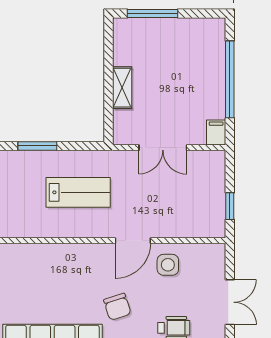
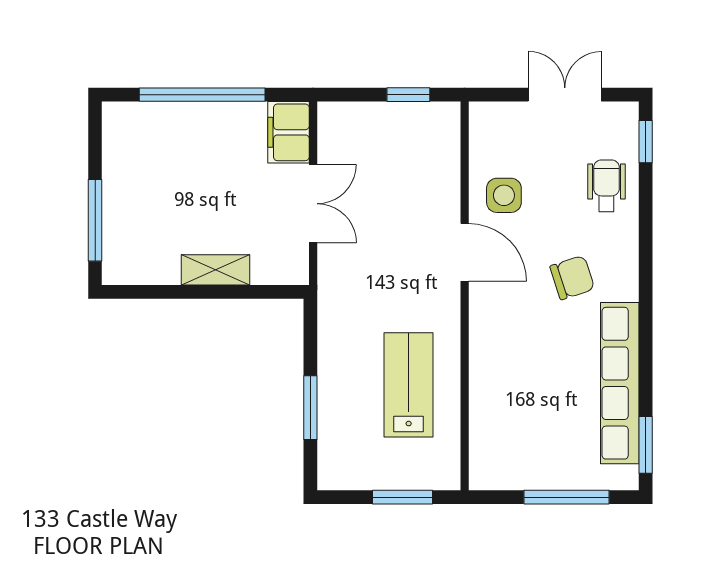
filing cabinet: (216, 132) -> (288, 132), width x2.00
lab bench: (78, 192) -> (409, 385), moved

